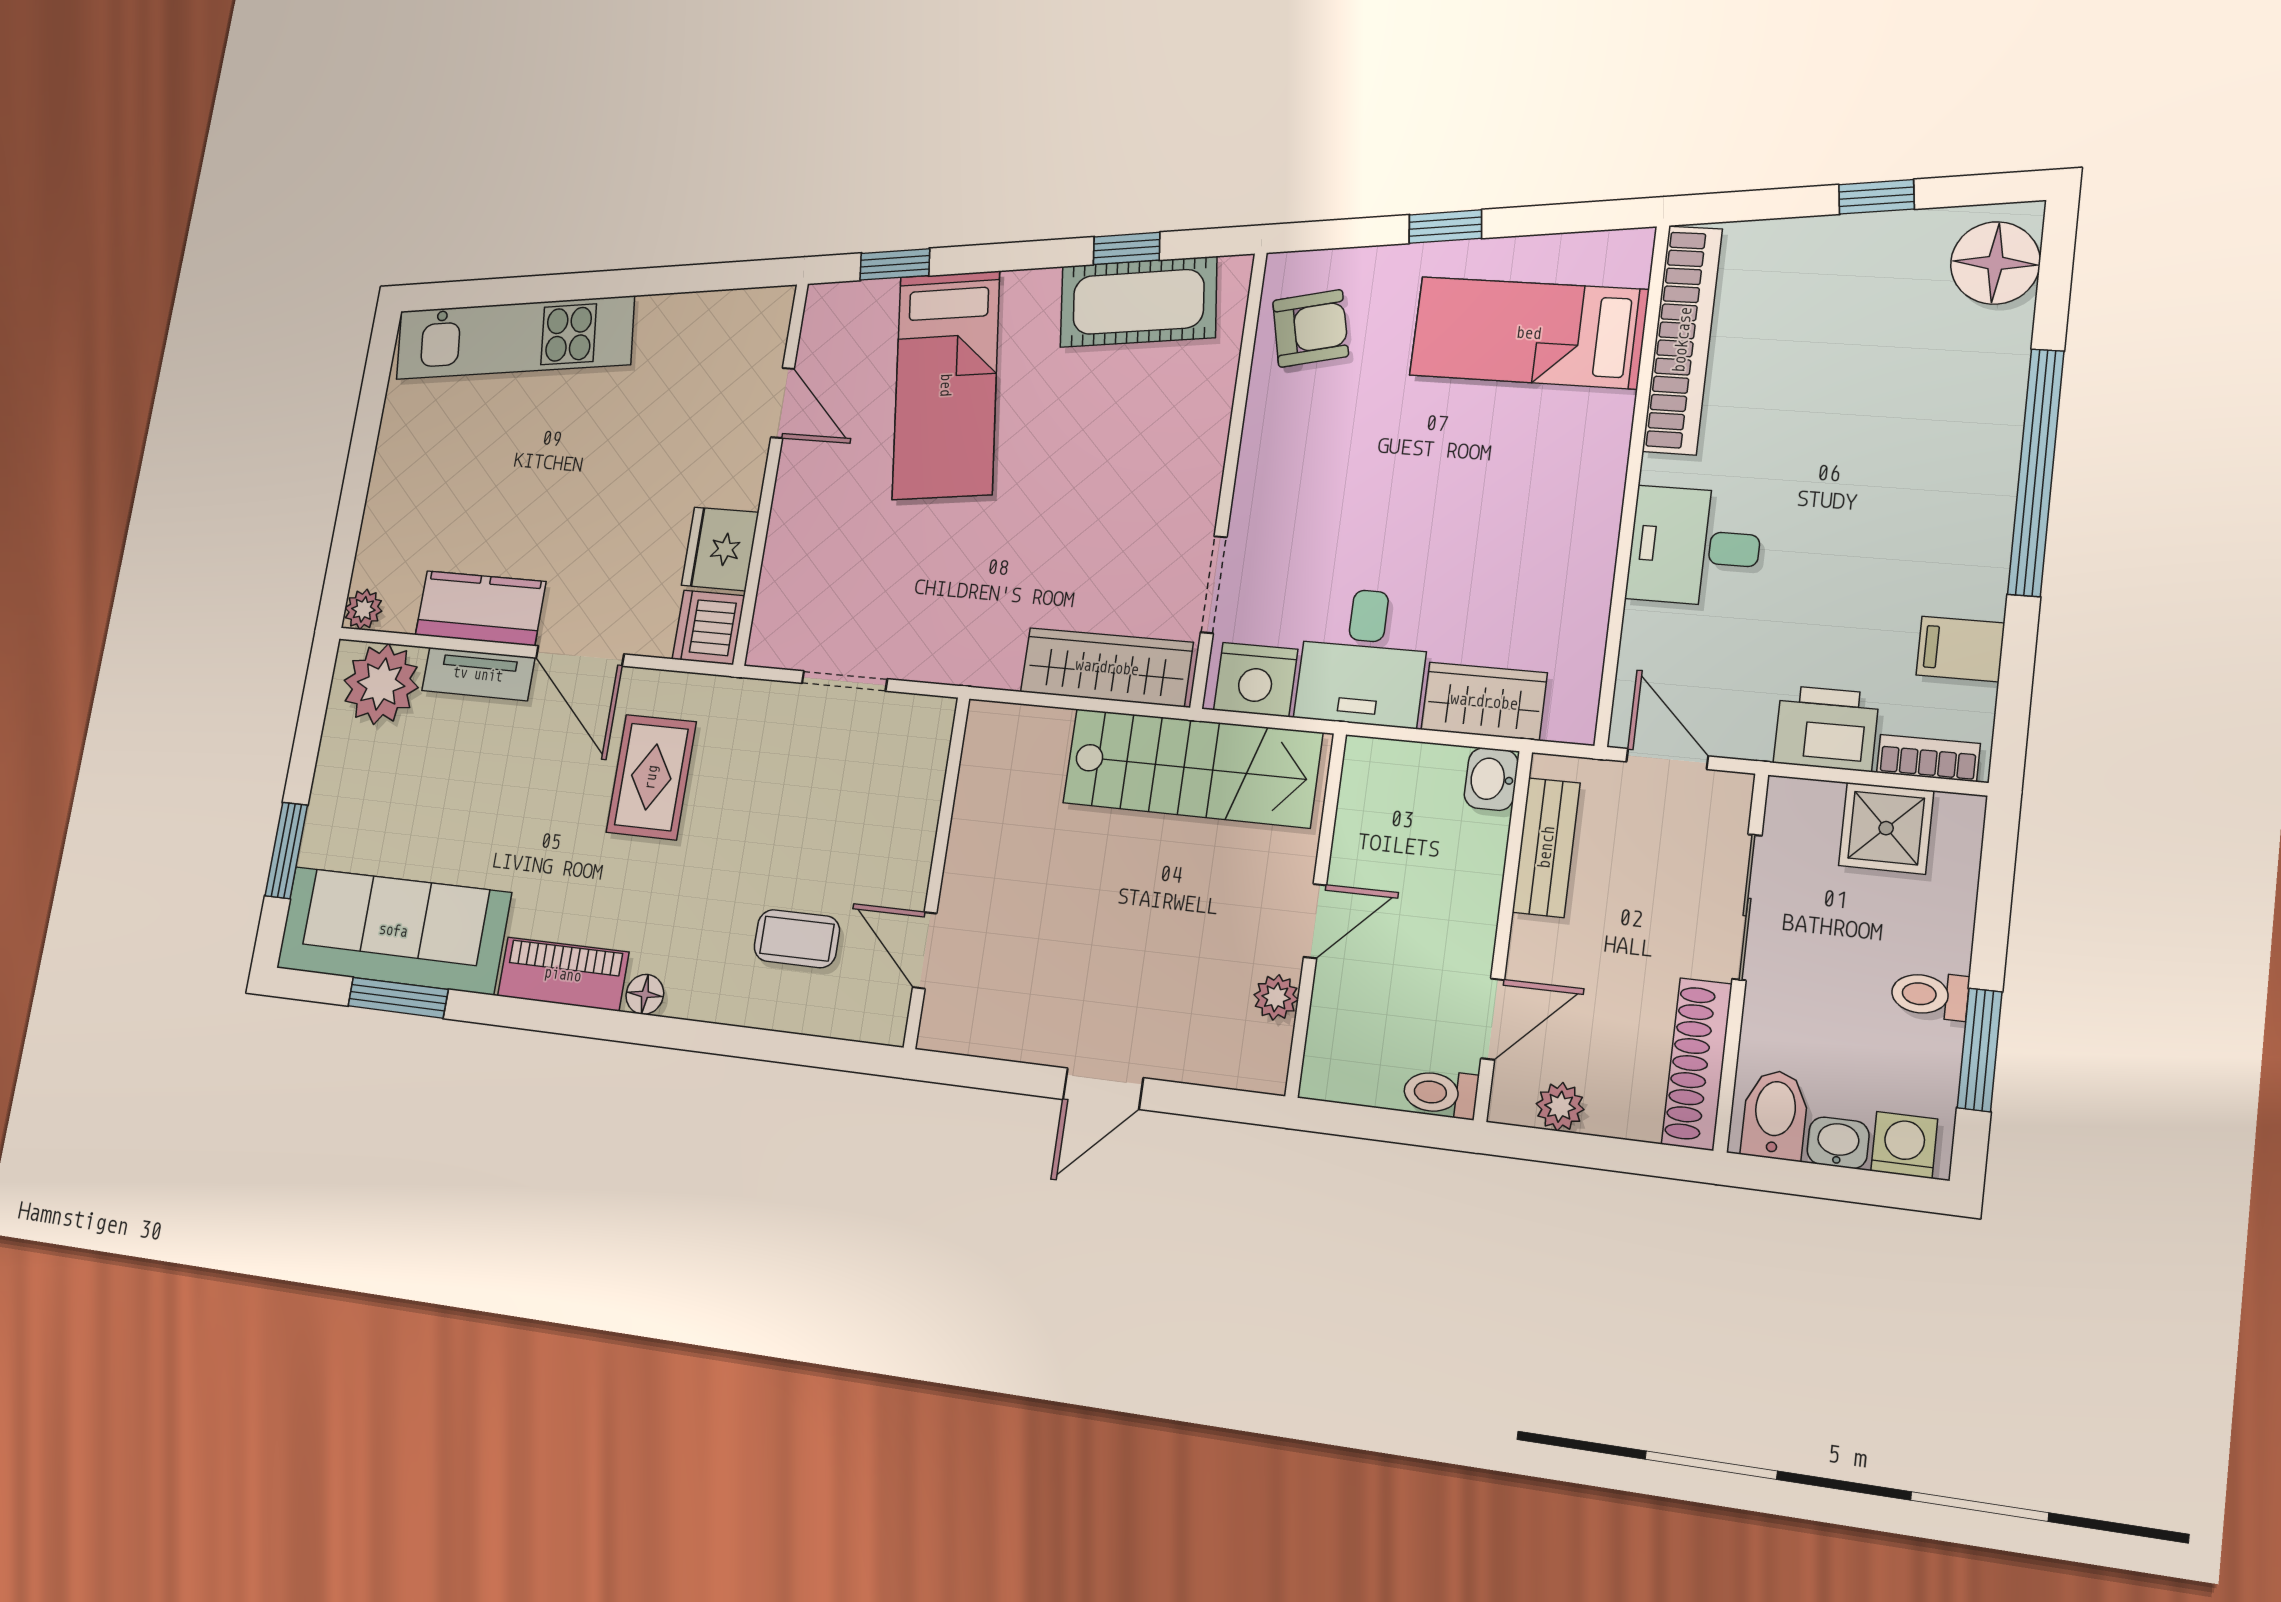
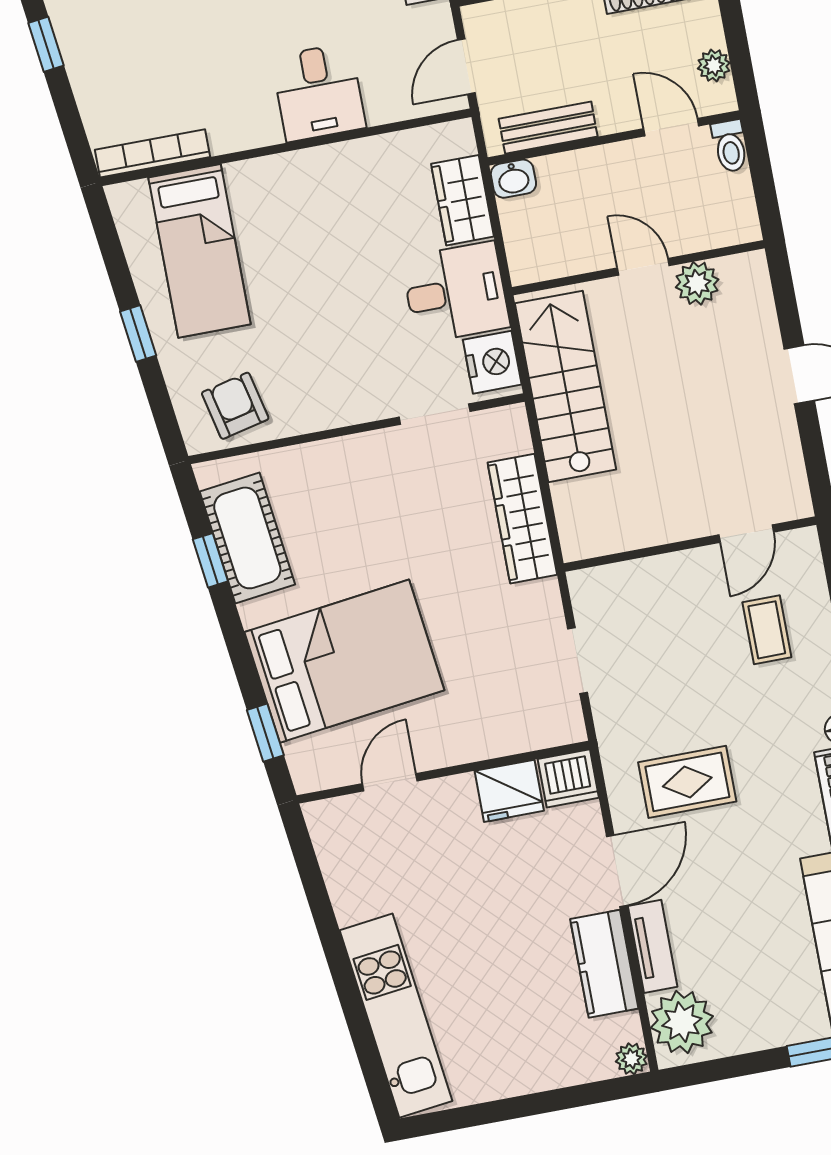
bookcase: (1682, 340) -> (153, 153), width x0.68, depth x0.76
bed: (946, 385) -> (344, 661), width x1.50
wardrobe: (1107, 667) -> (522, 519), moved
plant: (1276, 997) -> (697, 283), width x1.38, depth x1.38

